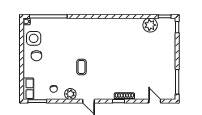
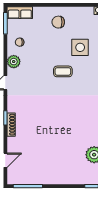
side table: (34, 38) -> (80, 47), moved
coffee table: (81, 67) -> (63, 71), moved

